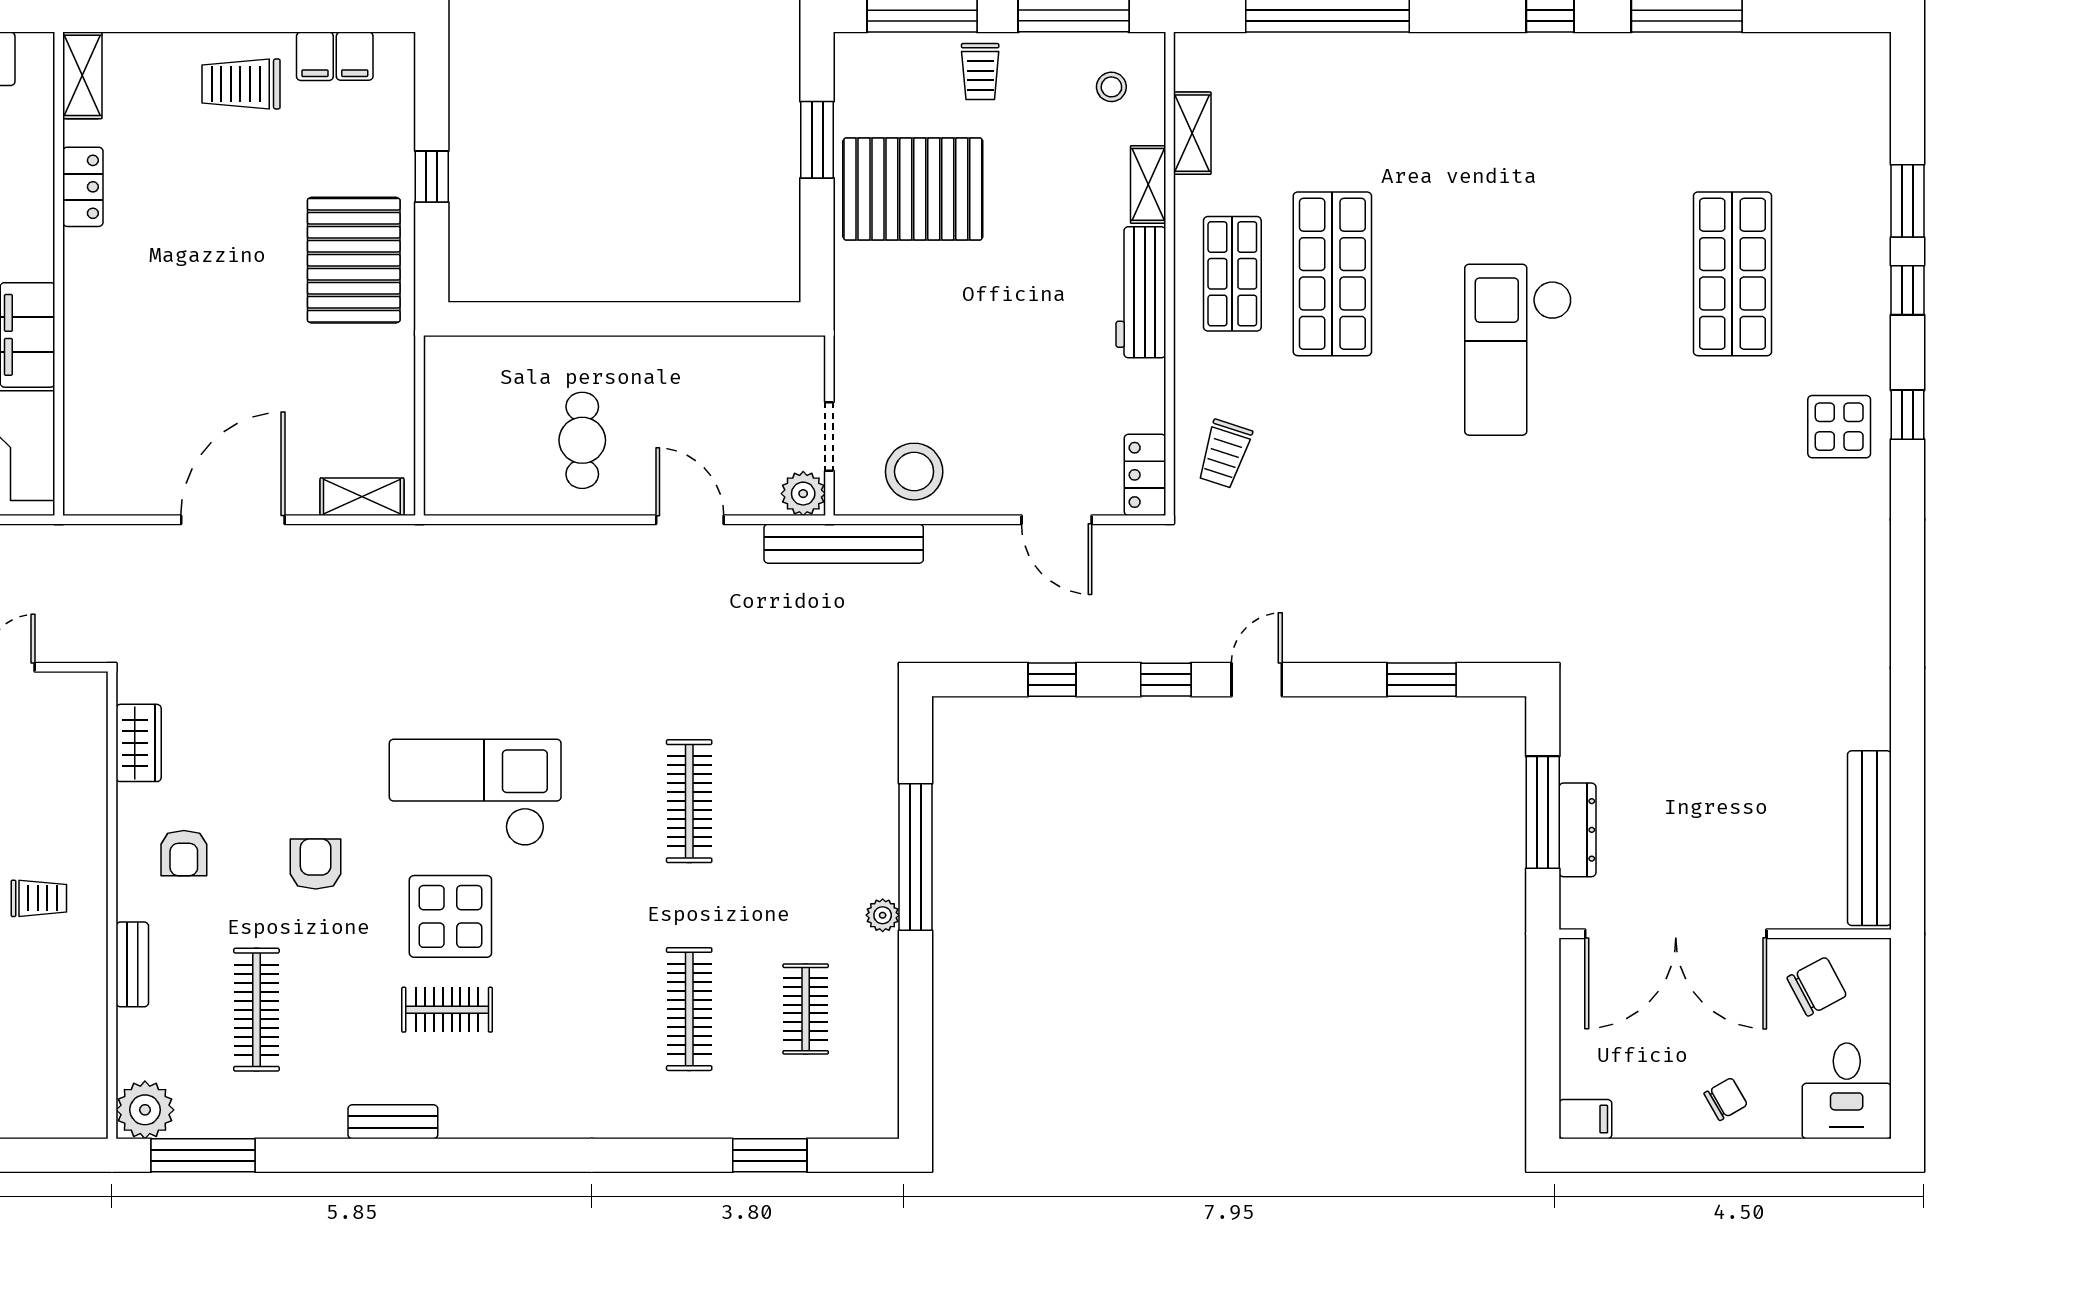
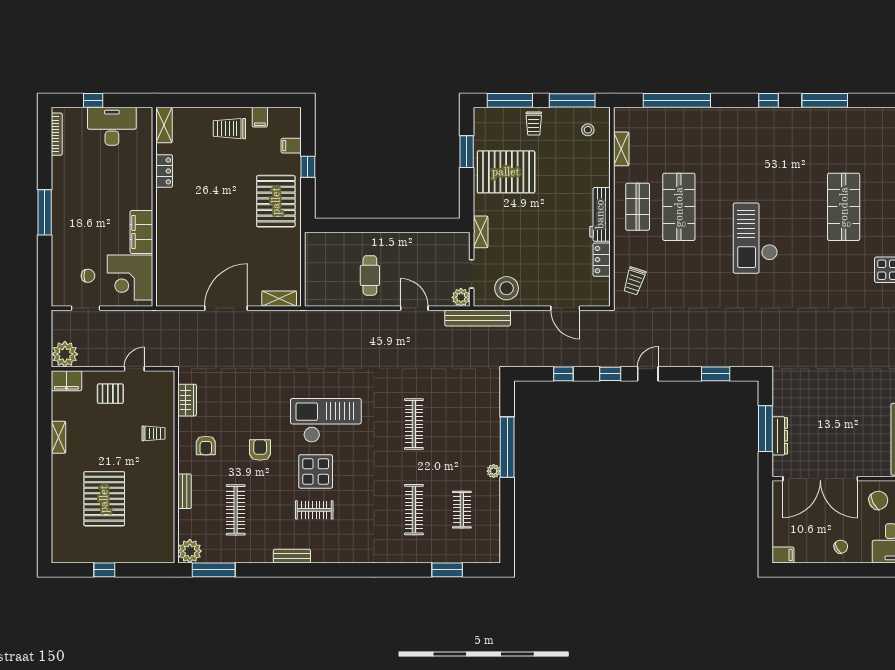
filing cabinet: (355, 56) -> (291, 146), moved, turned 90
shelving: (1148, 184) -> (481, 232), moved
locker: (1145, 475) -> (602, 260), moved
trolley: (39, 898) -> (153, 433), moved

